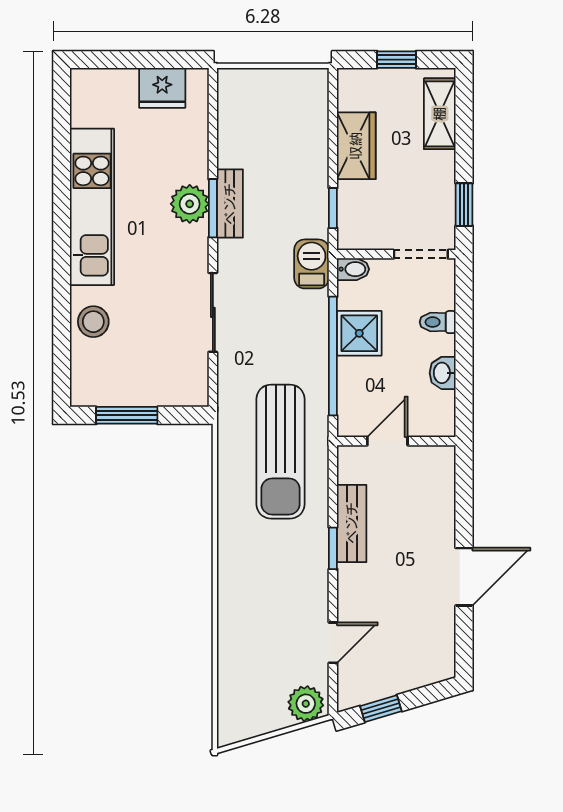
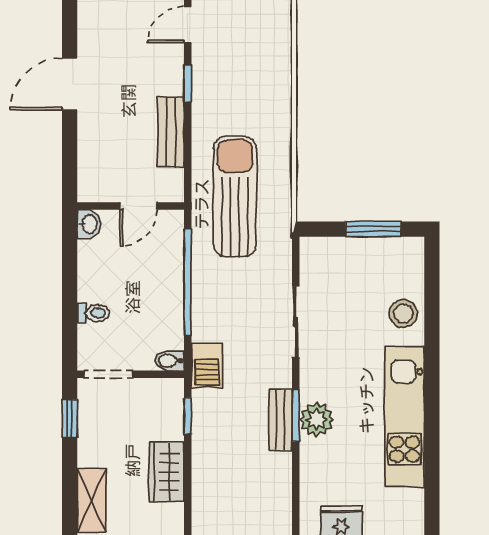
shower: (359, 333) -> (164, 303), removed
washbasin: (443, 373) -> (89, 224), moved
window: (333, 548) -> (188, 83), moved

